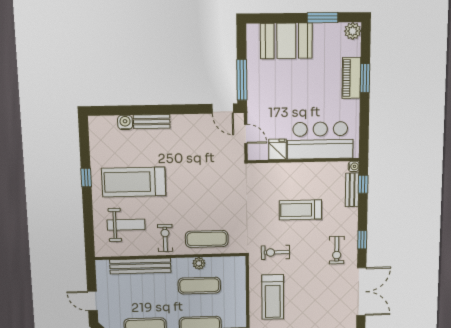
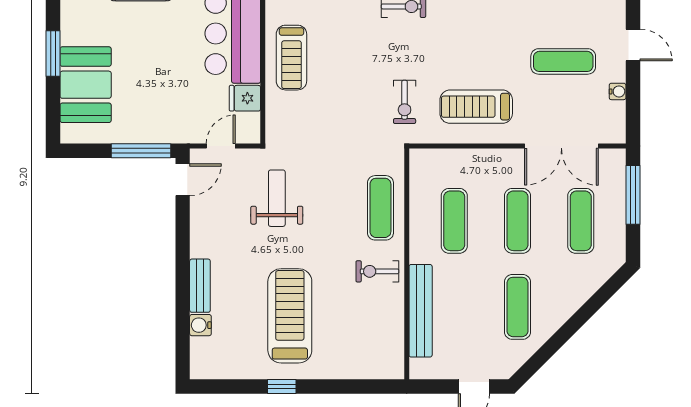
window: (323, 18) -> (53, 54), moved
treadmill: (134, 182) -> (290, 316), turned 180
treadmill: (300, 210) -> (291, 58), moved
weight bench: (126, 225) -> (277, 198), moved
plant: (199, 263) -> (419, 221), removed
treadmill: (273, 297) -> (476, 107), turned 180

